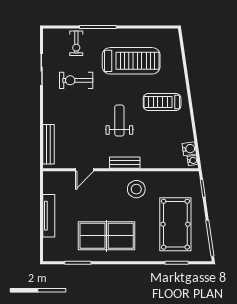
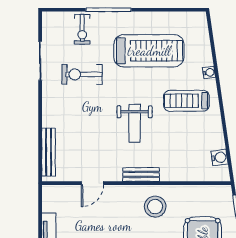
weight bench: (119, 121) -> (135, 123), turned 180
water cooler: (193, 160) -> (209, 72), moved

